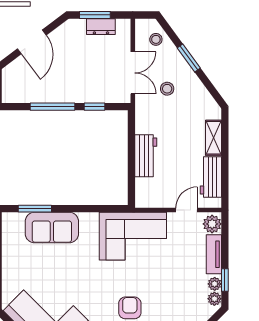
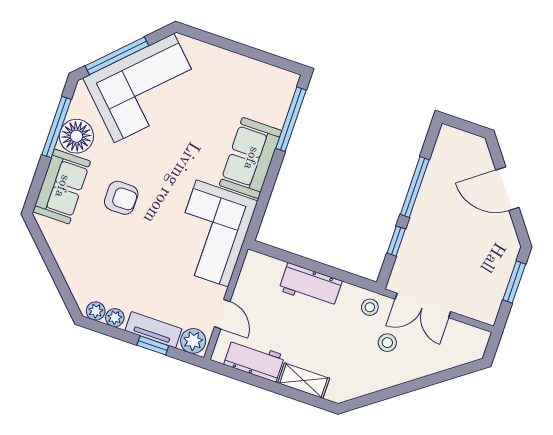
dresser: (101, 27) -> (497, 285), removed
stool: (156, 39) -> (370, 307), moved
window: (189, 58) -> (417, 384), removed
window: (35, 209) -> (291, 119), width x1.44
sofa: (52, 228) -> (251, 158), moved
window: (225, 280) -> (153, 345), moved

